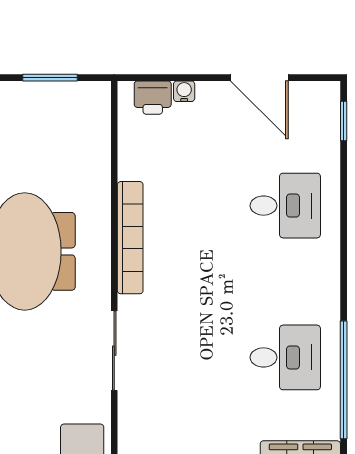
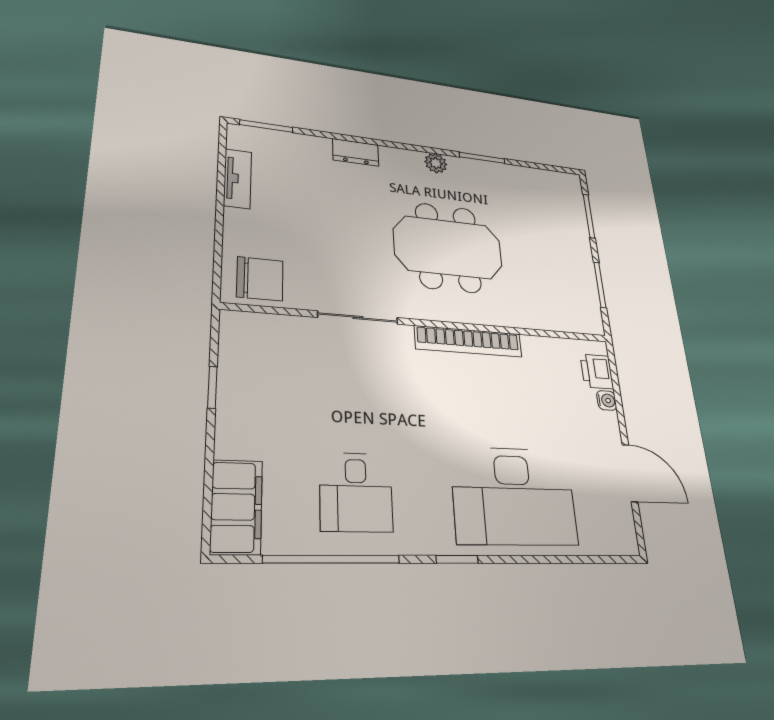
door: (259, 78) -> (630, 473), swing flipped
window: (344, 121) -> (457, 559), moved
desk: (285, 206) -> (514, 496), width x1.87, depth x1.30

